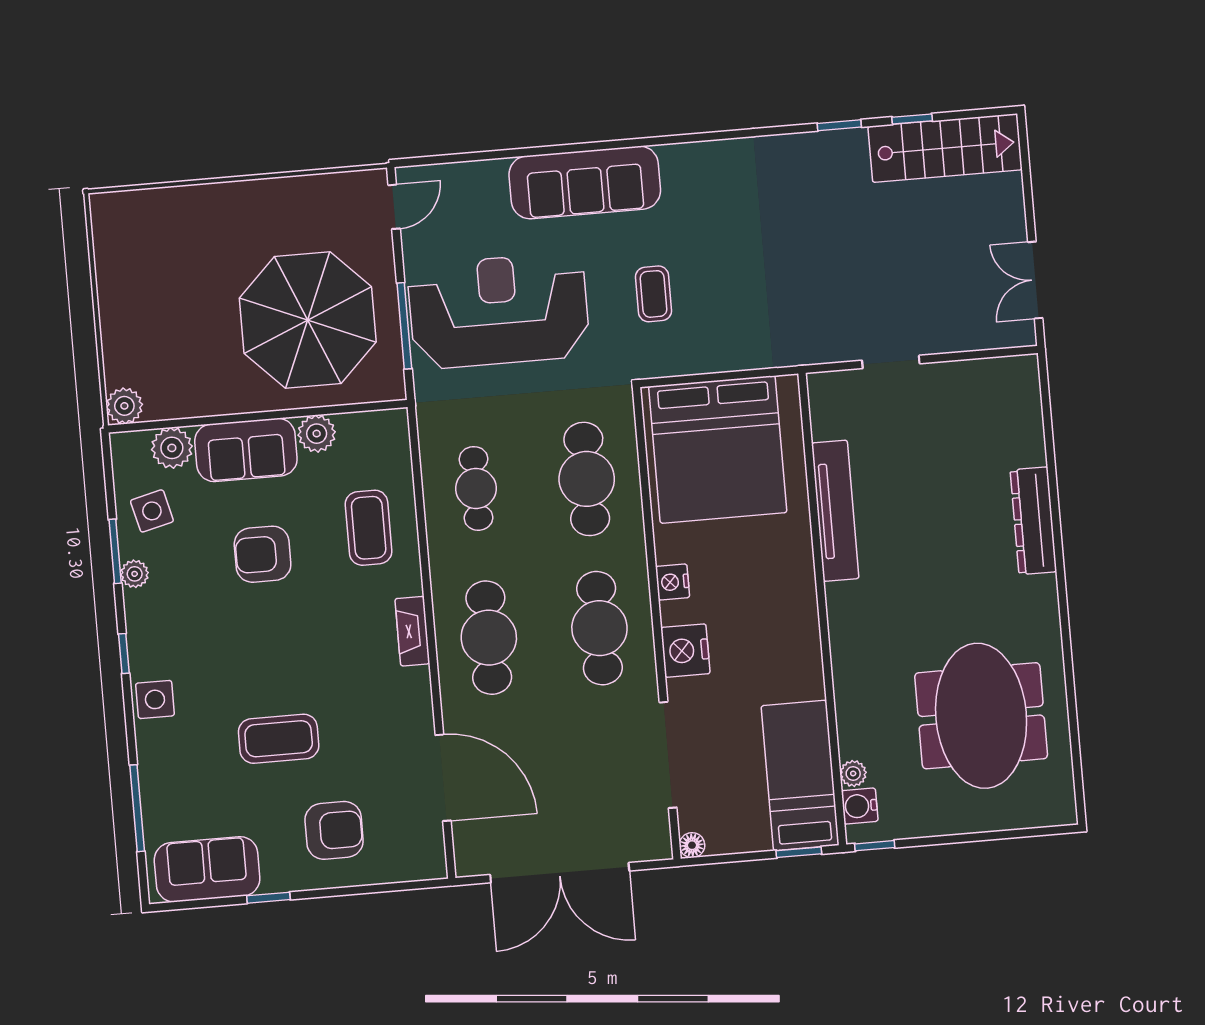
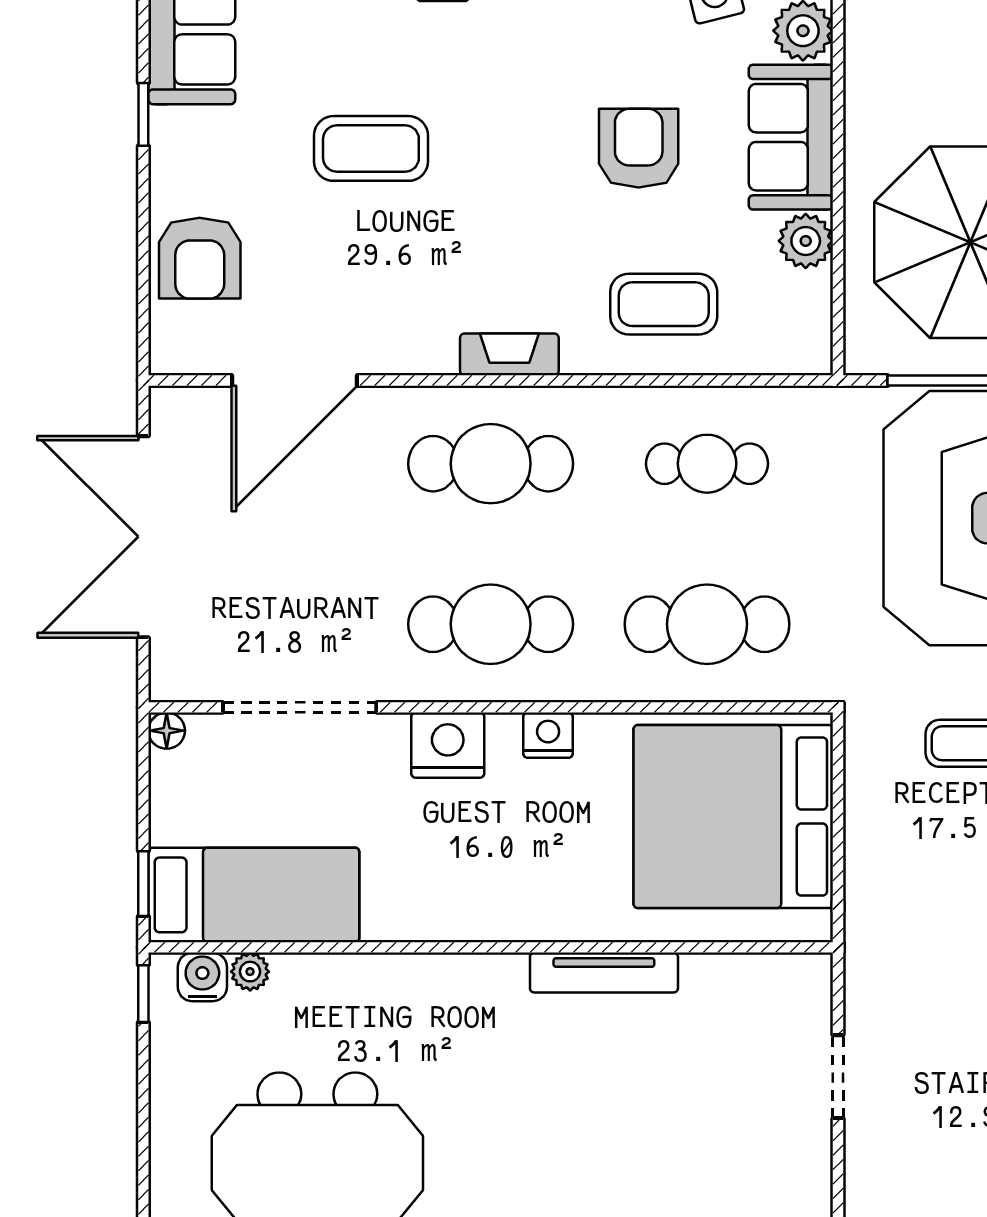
tv unit: (835, 511) -> (604, 973), width x0.73, depth x0.78
coffee table: (279, 739) -> (371, 148), turned 90
armchair: (334, 830) -> (200, 258), moved

